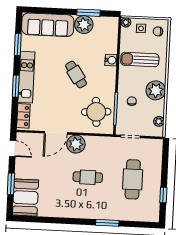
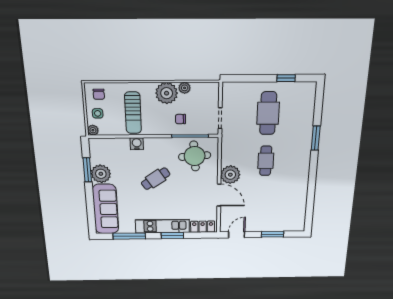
window: (18, 44) -> (129, 236), width x1.44
plant: (159, 121) -> (185, 88), moved
cafe table: (133, 179) -> (268, 113), turned 90
booth: (26, 198) -> (287, 220), removed

